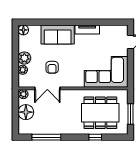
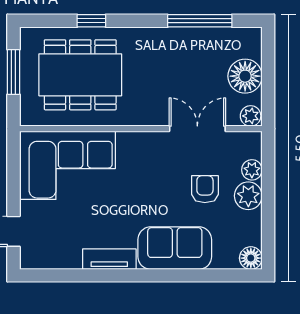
armchair: (52, 67) -> (205, 189), moved

